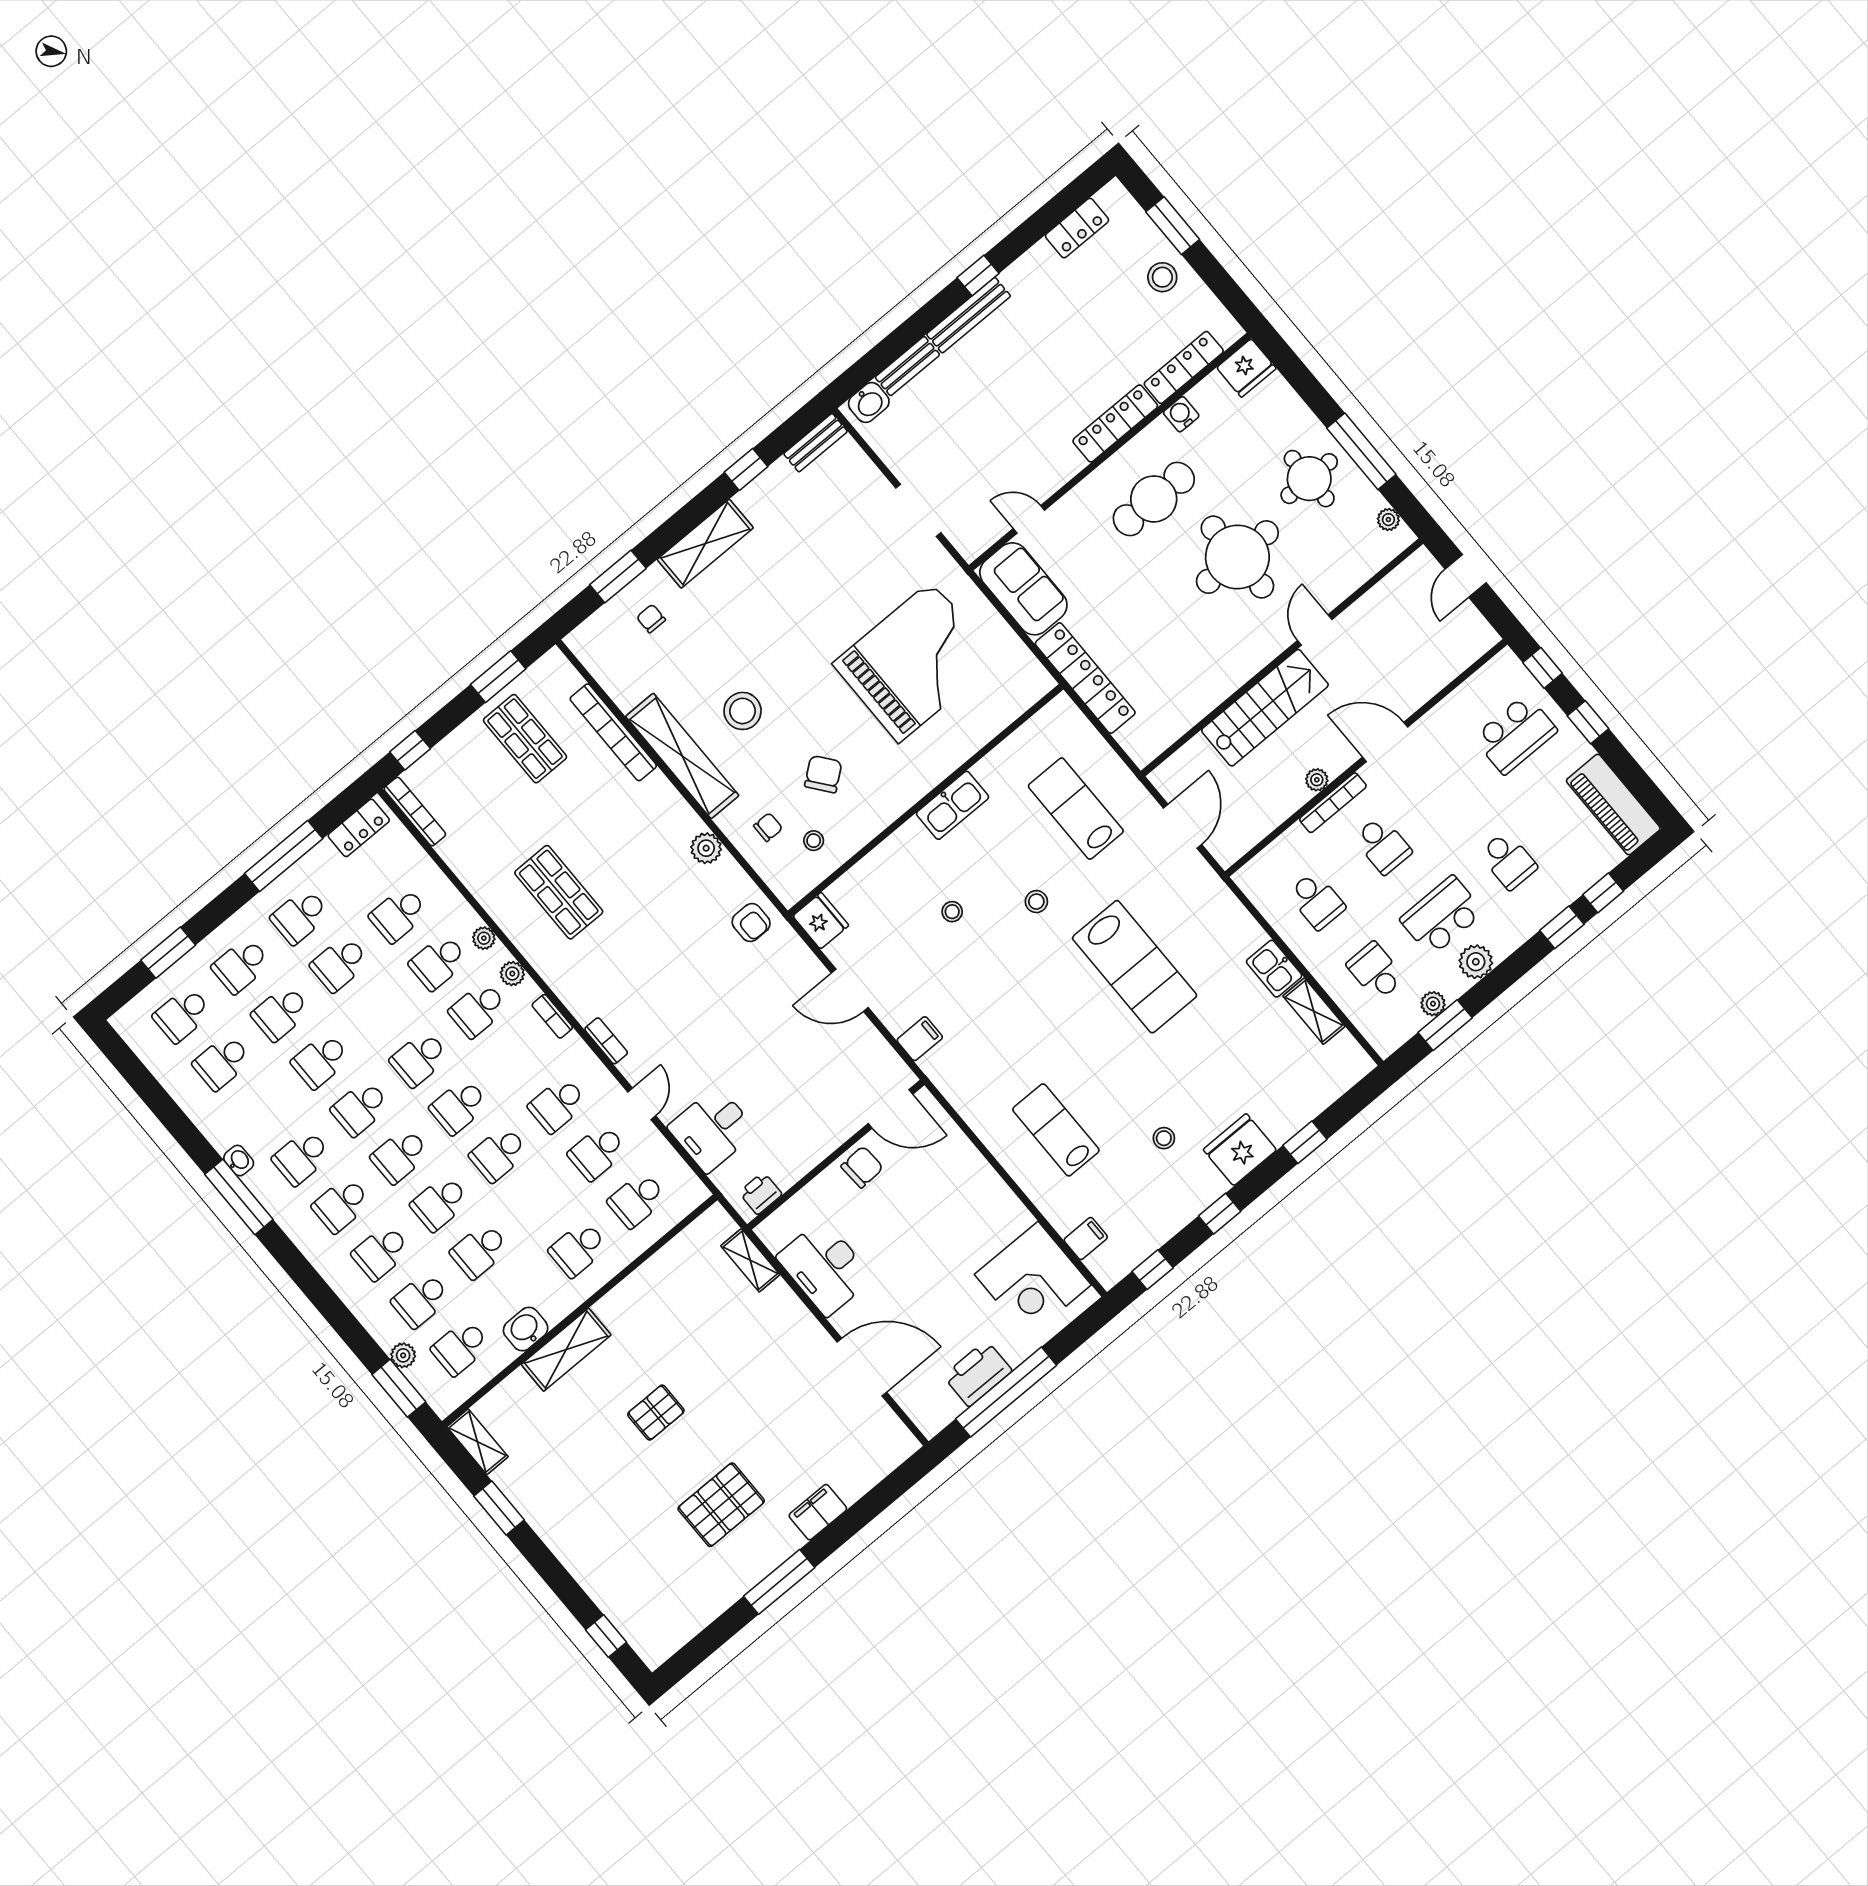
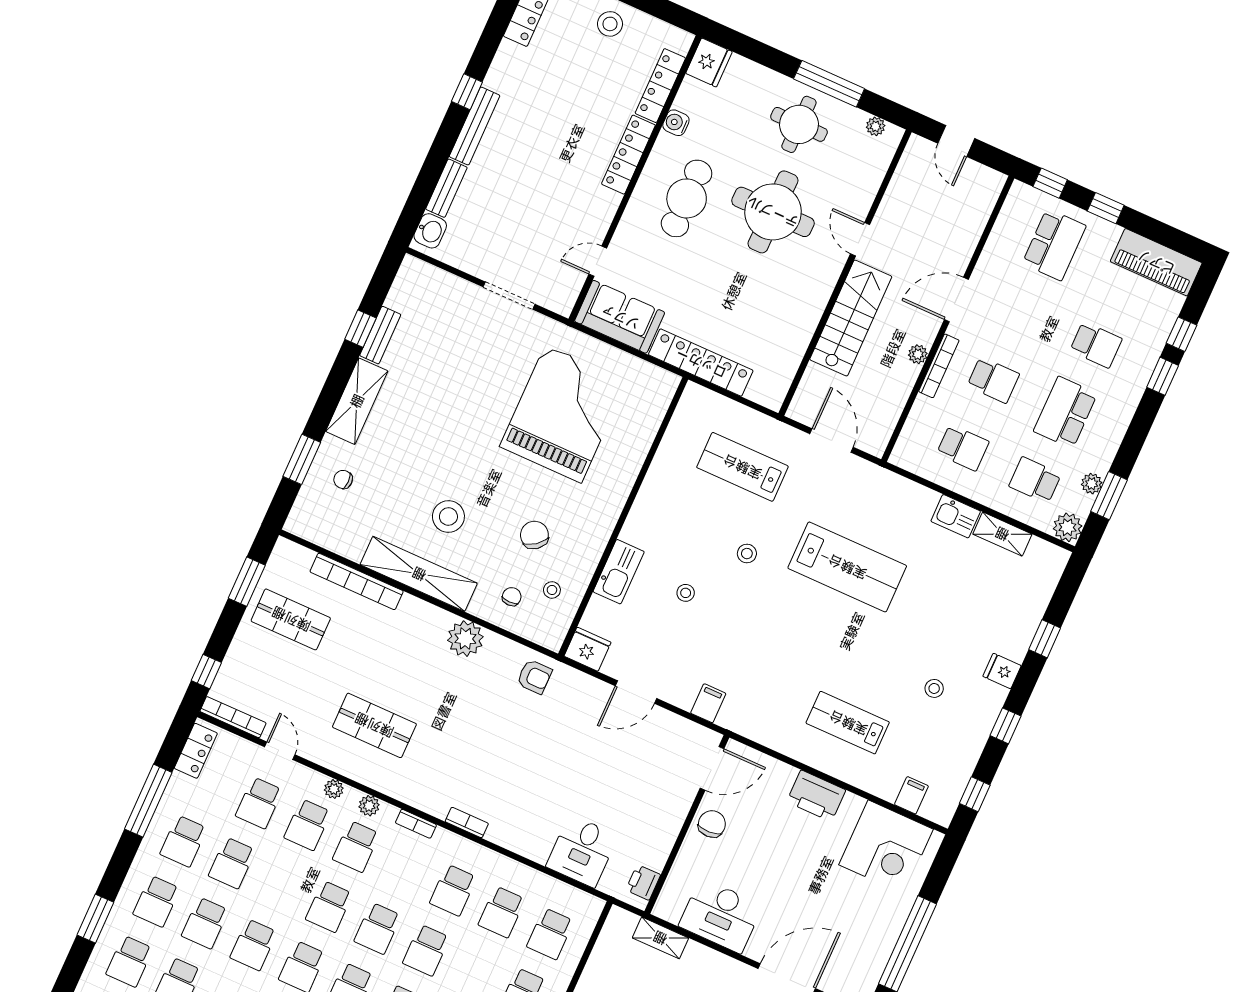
bench: (816, 443) -> (380, 335), moved
kitchen sink: (953, 805) -> (619, 572), moved
plant: (706, 848) -> (465, 639), width x1.36, depth x1.36
plant: (1476, 962) -> (1068, 527), moved
door: (642, 1104) -> (280, 751), moved
fridge: (1240, 1150) -> (1002, 671), width x0.53, depth x0.75
printer: (978, 1373) -> (816, 796), moved, turned -90

